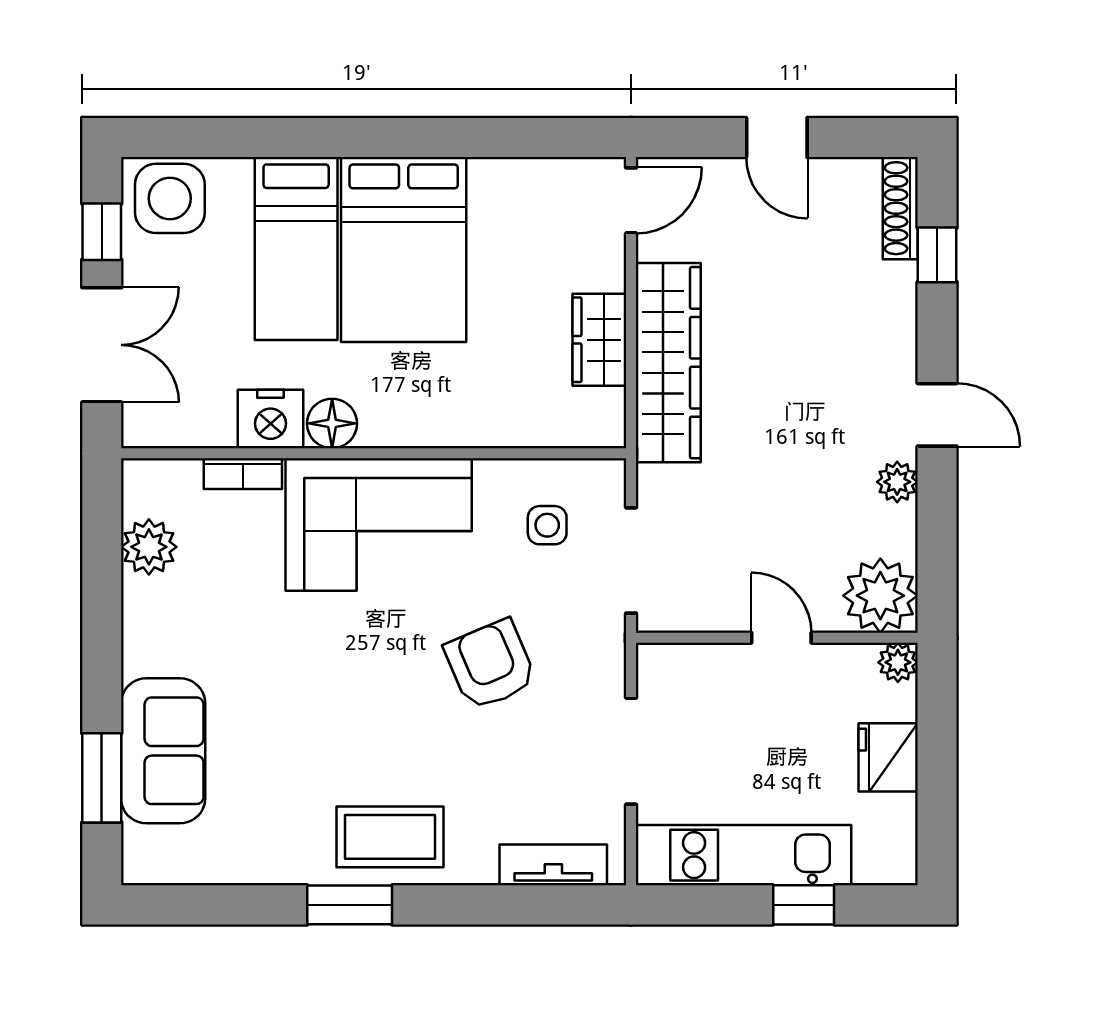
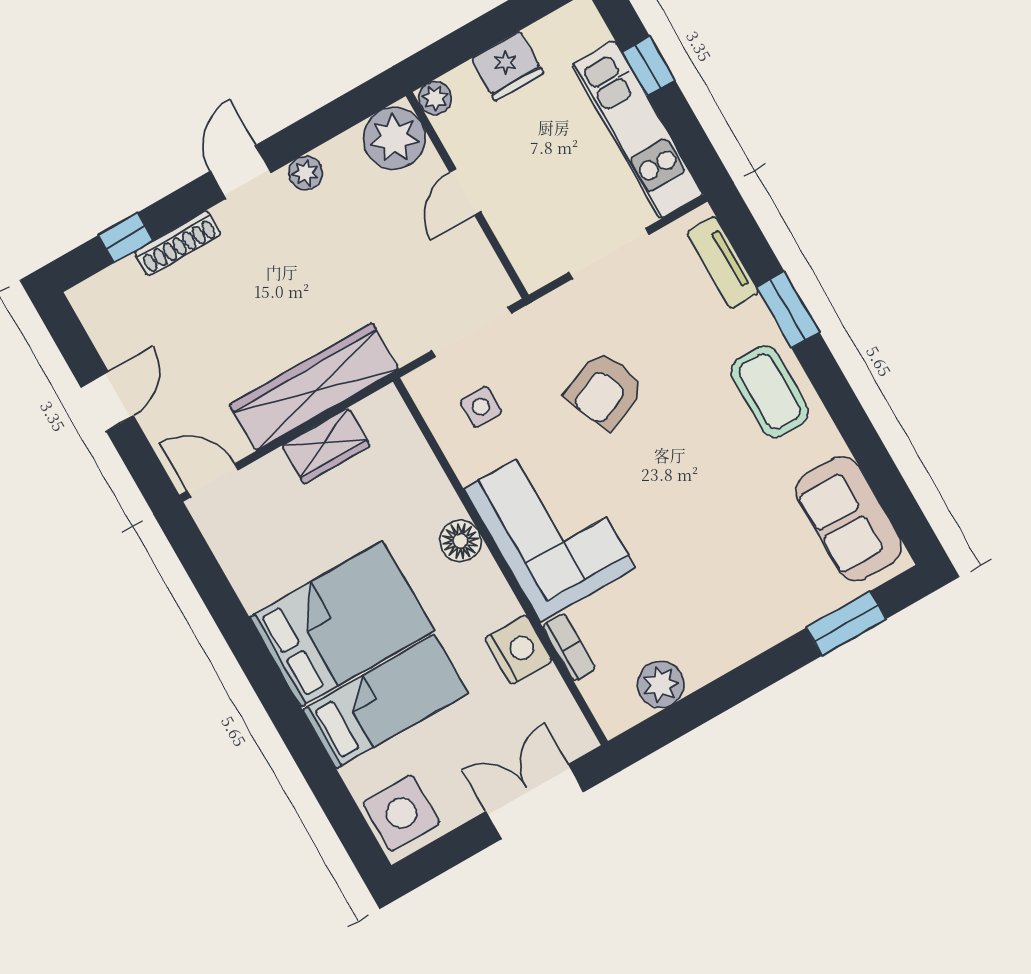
shoe rack: (900, 208) -> (178, 243), moved
window: (102, 232) -> (453, 848), removed
floor lamp: (332, 423) -> (460, 541), moved
sofa: (163, 751) -> (849, 519), moved, turned -90
window: (350, 905) -> (788, 310), moved

